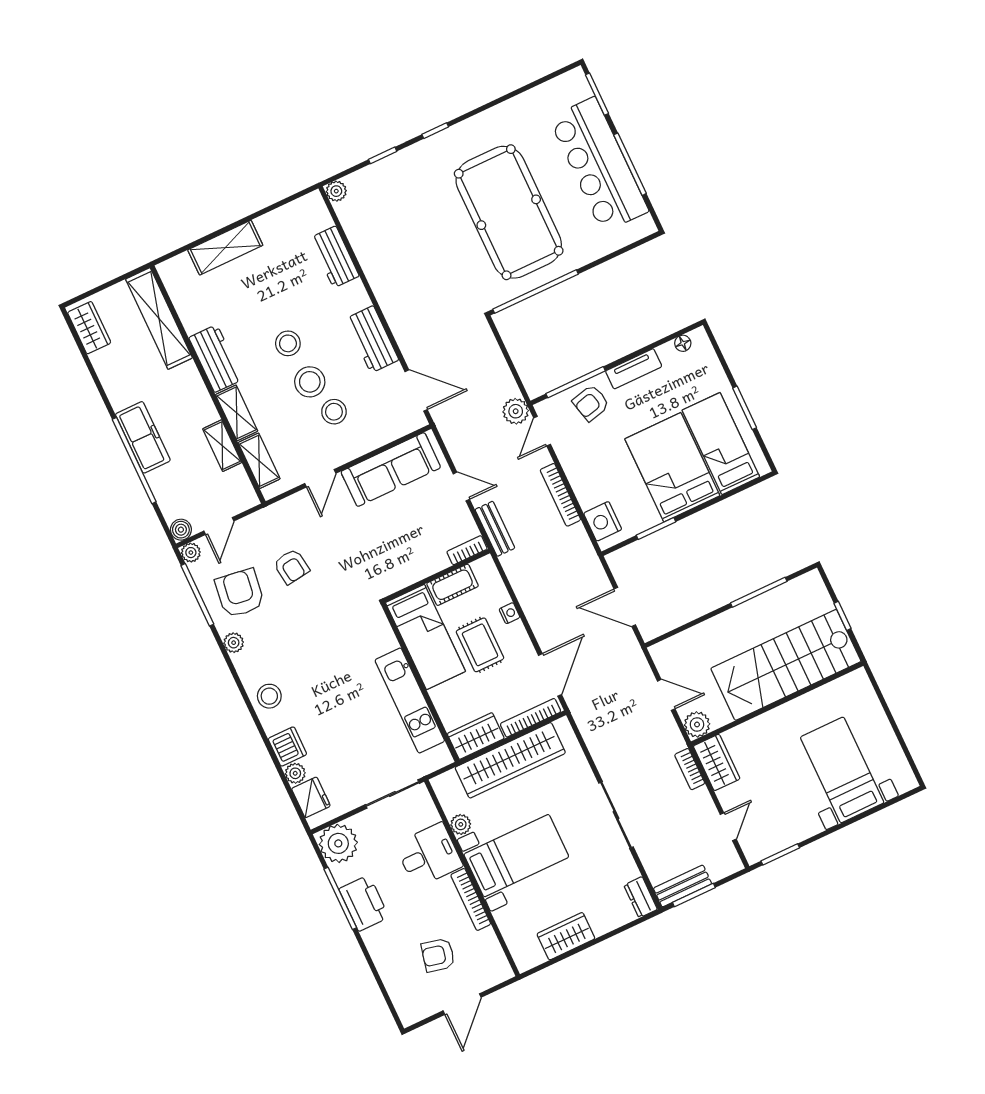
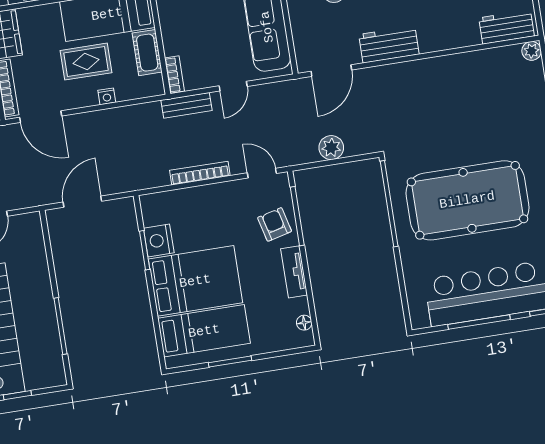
workbench: (335, 257) -> (507, 27), moved
plant: (516, 411) -> (331, 148), moved
nightstand: (603, 521) -> (159, 241), moved, turned -90

